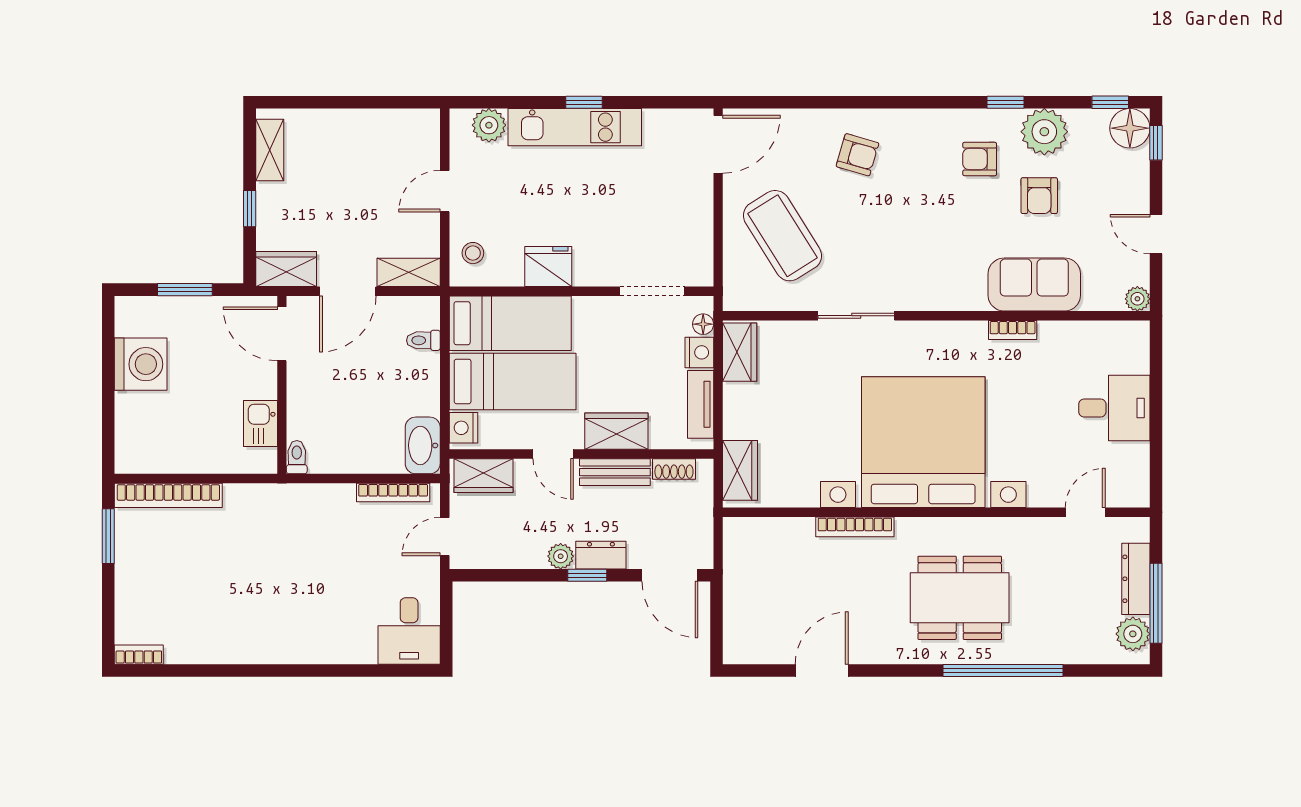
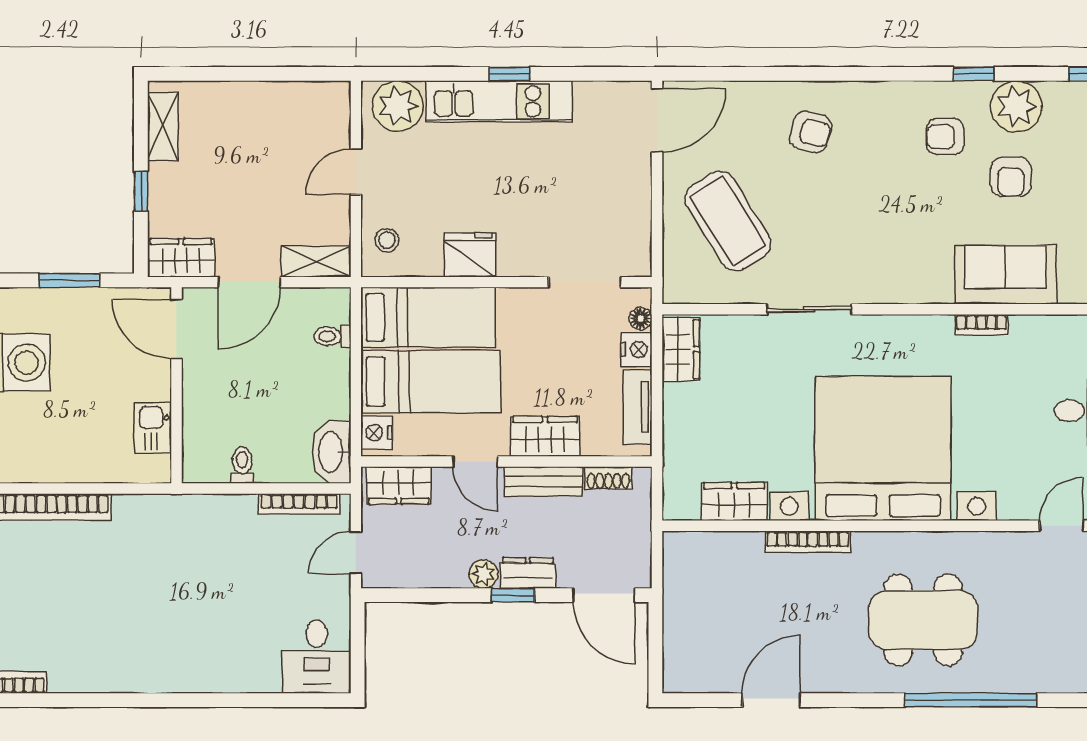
plant: (489, 125) -> (398, 106), width x1.36, depth x1.36
toilet: (297, 457) -> (242, 465), moved
wardrobe: (740, 470) -> (734, 502), moved, turned -90

